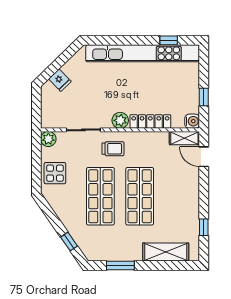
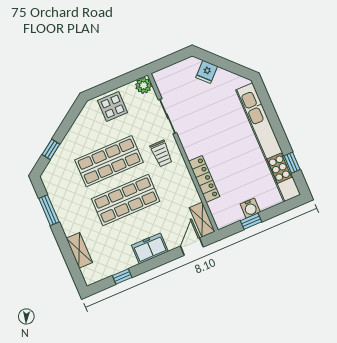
plant: (120, 120) -> (192, 149), removed
water cooler: (192, 121) -> (250, 208), moved
freezer: (190, 193) -> (150, 248), added
shelving: (166, 252) -> (79, 250), width x0.67, depth x0.75

